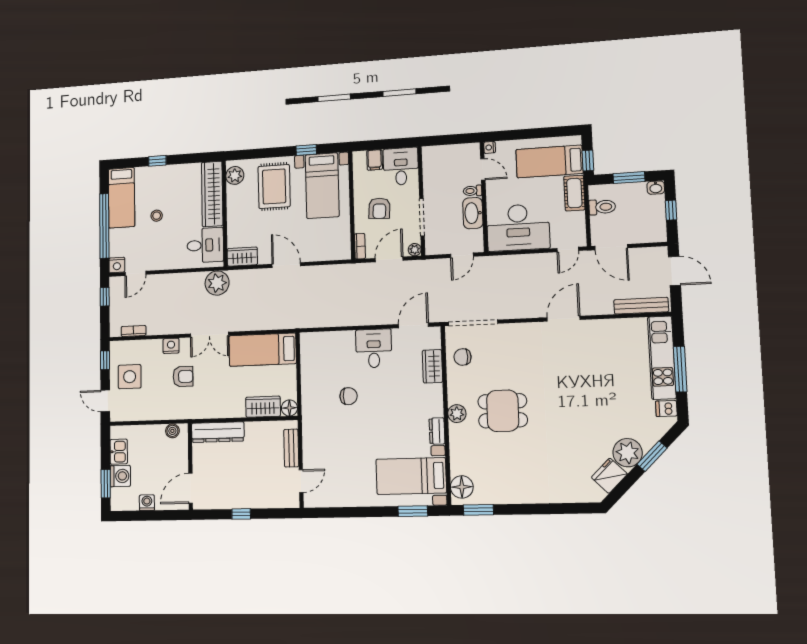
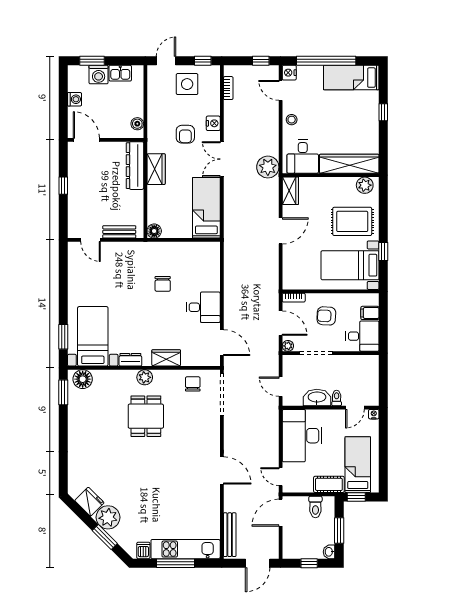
stool: (157, 216) -> (292, 120), moved
wardrobe: (432, 366) -> (166, 358), moved
wardrobe: (263, 407) -> (156, 169), moved

